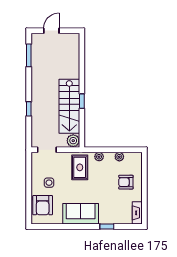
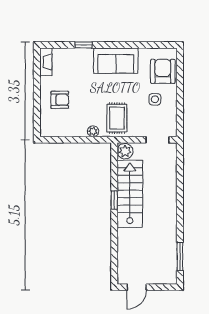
door: (51, 31) -> (137, 287), moved
window: (29, 109) -> (180, 190), removed
plant: (119, 157) -> (68, 131), removed

